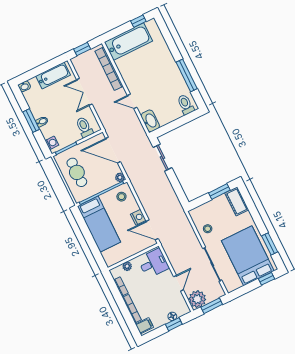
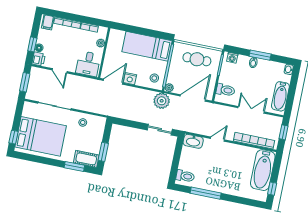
window: (270, 244) -> (74, 167), moved
plant: (197, 299) -> (162, 101), moved
printer: (182, 309) -> (39, 59), added

